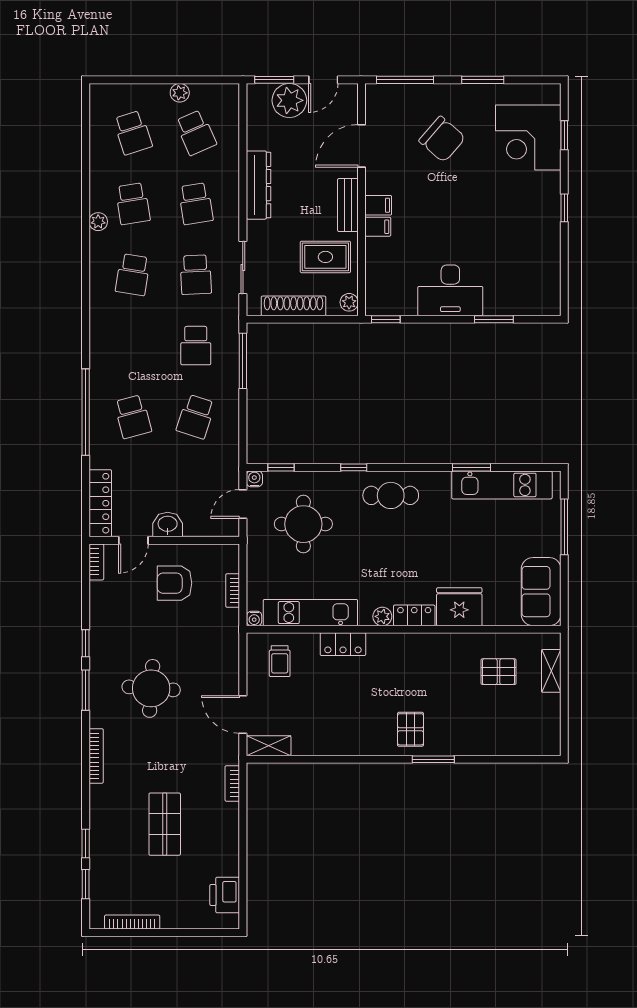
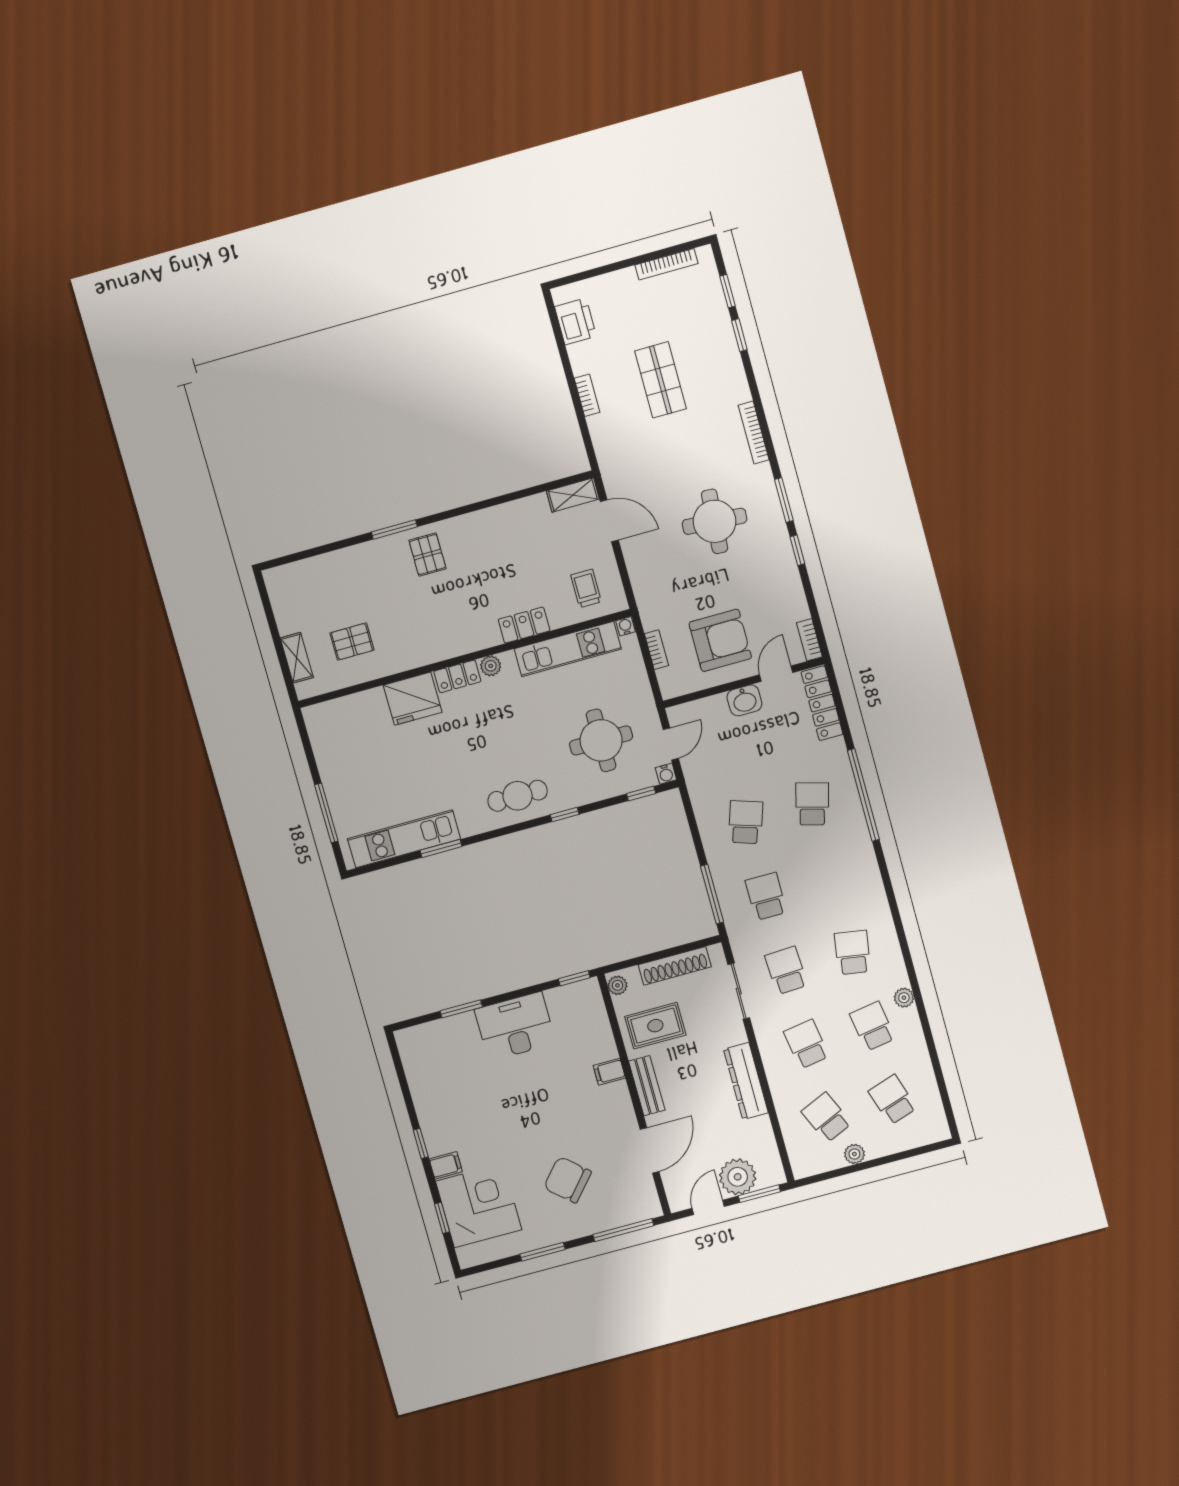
filing cabinet: (378, 205) -> (446, 1165), moved, turned 180
school desk: (133, 417) -> (812, 804), turned 30
armchair: (174, 583) -> (720, 640), width x1.36, depth x1.36
sofa: (541, 592) -> (331, 738), removed
bookcase: (232, 783) -> (587, 395), moved

